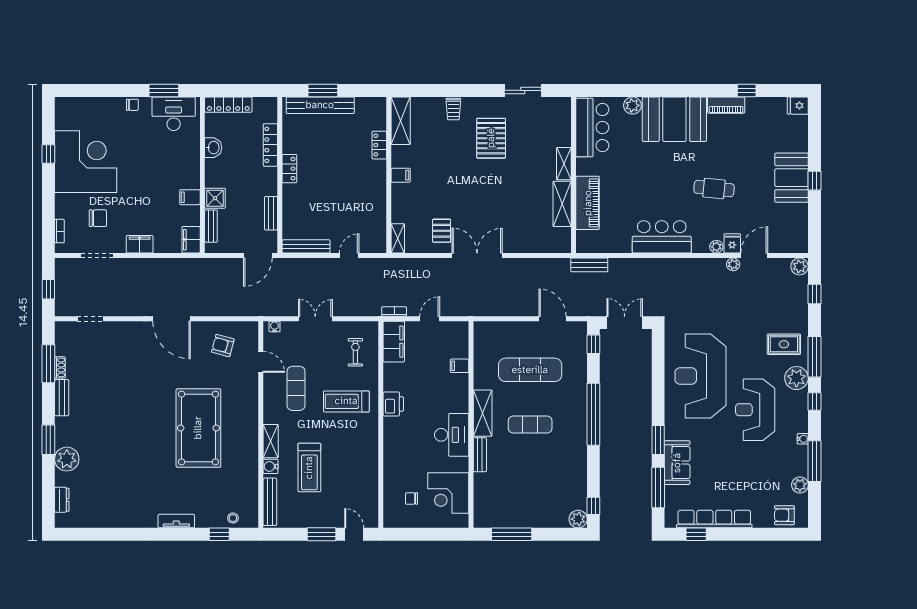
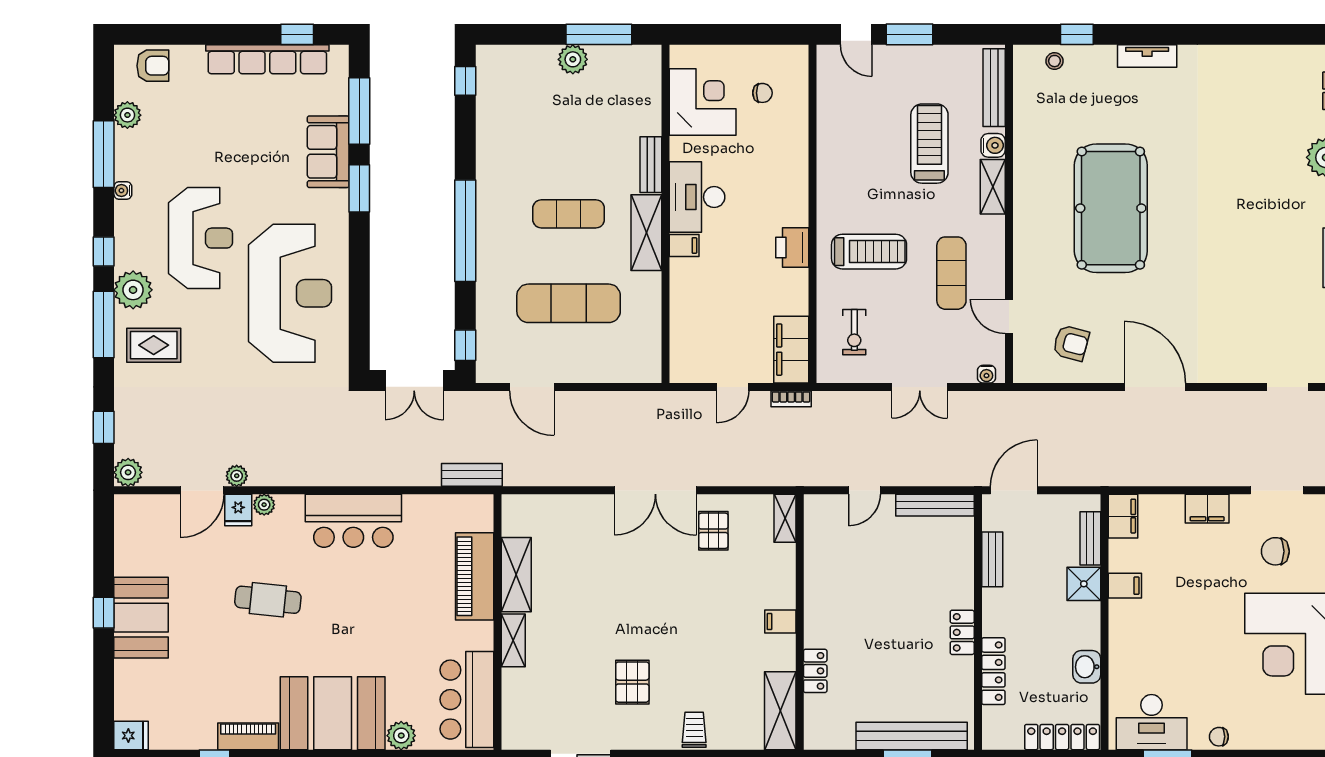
pallet: (491, 138) -> (632, 682), width x0.67, depth x0.71
filing cabinet: (459, 366) -> (684, 245), moved
plant: (578, 519) -> (573, 59), moved

